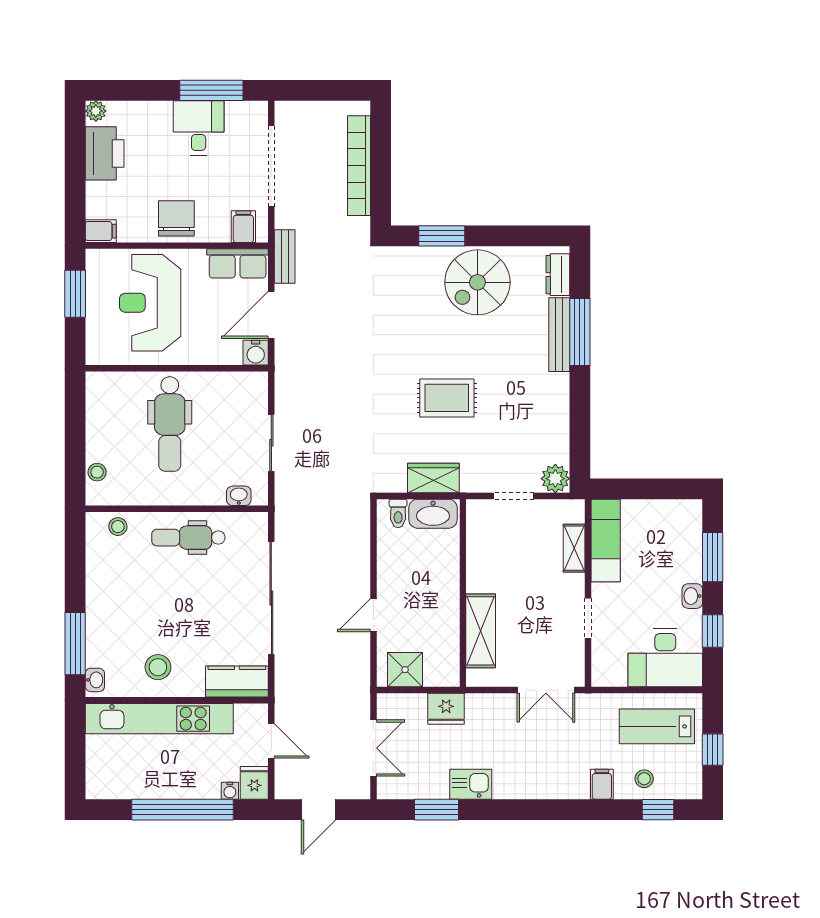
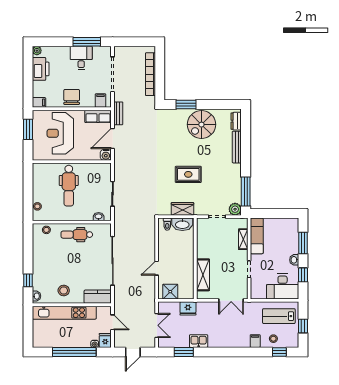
window: (580, 332) -> (246, 191), moved
window: (75, 644) -> (28, 280), width x0.46

